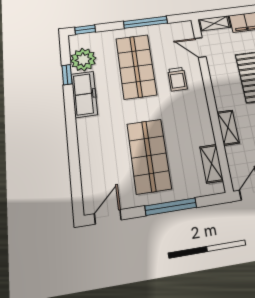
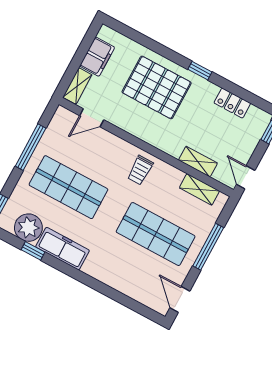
trolley: (177, 79) -> (140, 170), moved, turned 90
shelving: (228, 127) -> (198, 162), moved

